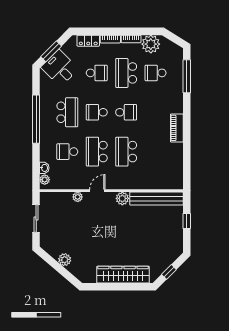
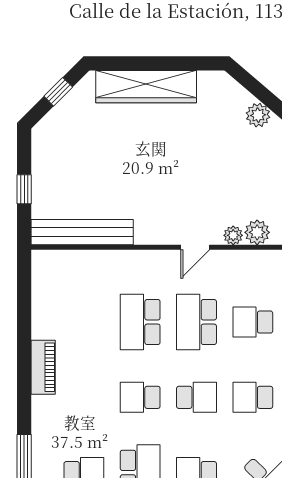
school desk: (67, 112) -> (253, 397), width x0.54
school desk: (67, 152) -> (253, 322), turned 180
school desk: (97, 152) -> (197, 322), turned 180
school desk: (126, 152) -> (140, 322), turned 180
plant: (122, 198) -> (257, 232), moved

